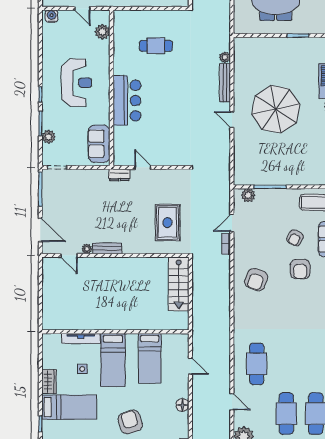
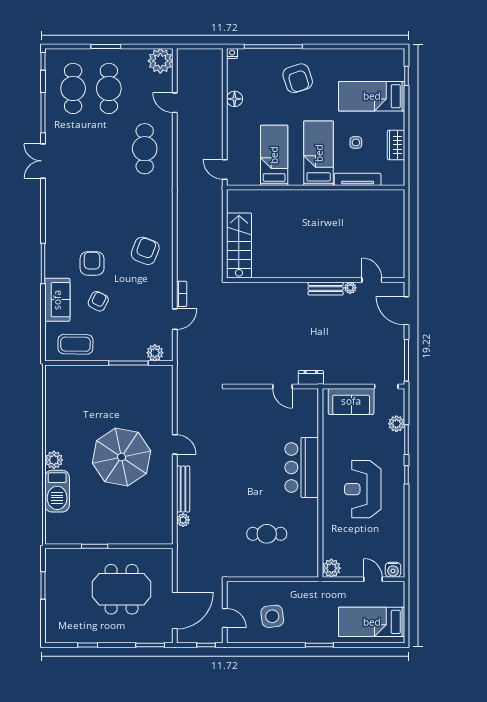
door: (82, 8) -> (373, 579), moved
plant: (102, 32) -> (331, 568), moved
sofa: (99, 144) -> (351, 401), moved, turned 90
rug: (168, 223) -> (253, 320), removed
door: (190, 366) -> (225, 169), moved
wardrobe: (49, 382) -> (396, 145), moved

